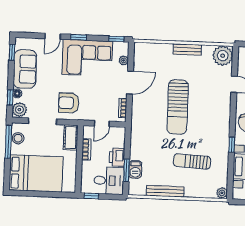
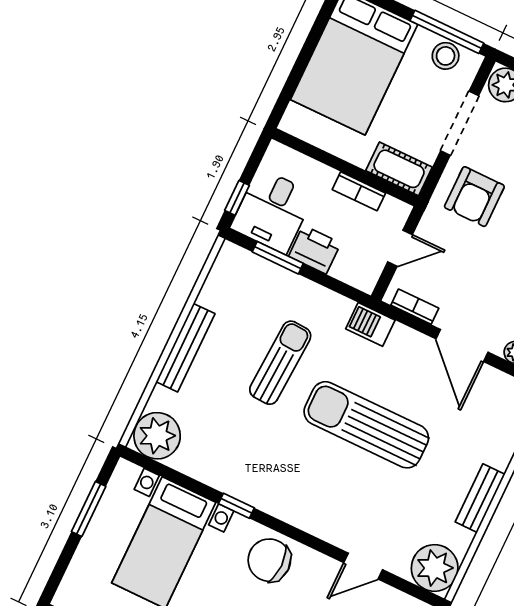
armchair: (69, 103) -> (474, 197), turned 180
door: (102, 124) -> (400, 248), swing flipped
sun lounger: (192, 161) -> (280, 363), moved
barbecue: (135, 169) -> (370, 324), moved
bench: (165, 191) -> (185, 348), moved
plant: (222, 193) -> (157, 436), width x1.87, depth x1.87
window: (91, 196) -> (237, 198), moved

